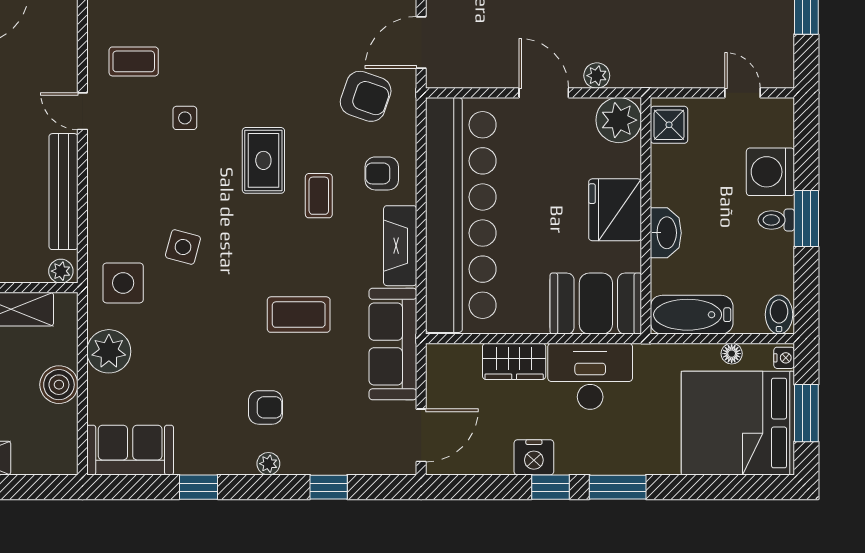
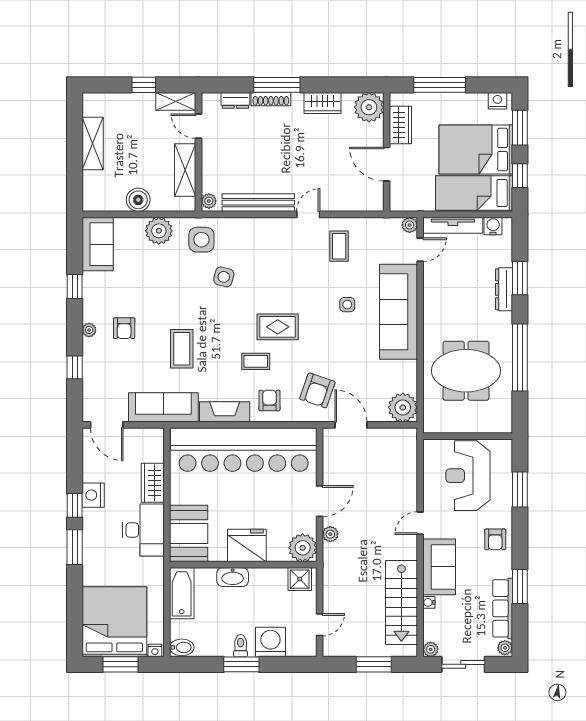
side table: (185, 118) -> (347, 305), moved
floor lamp: (732, 354) -> (158, 618), removed

